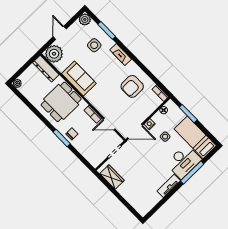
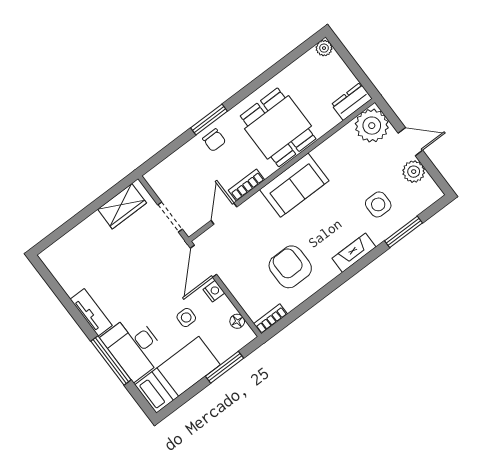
plant: (85, 19) -> (414, 172), moved
dresser: (46, 69) -> (352, 101), width x0.70
sofa: (79, 79) -> (294, 185), moved

